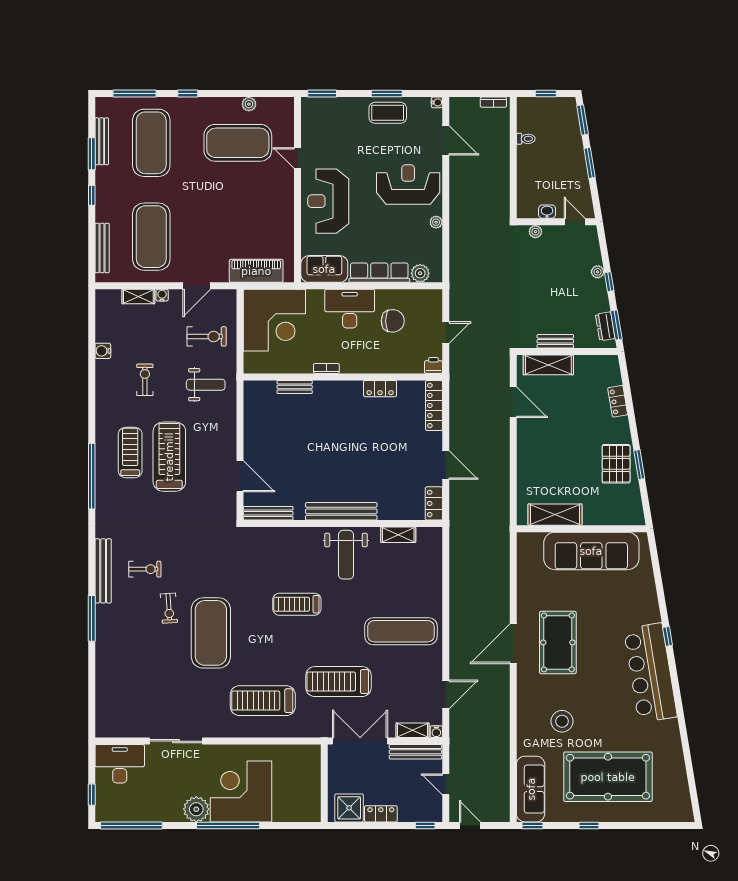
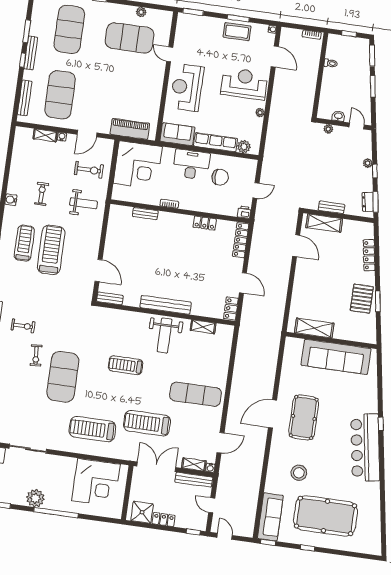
bench: (102, 141) -> (31, 53), moved
water cooler: (103, 351) -> (11, 200), moved
locker: (618, 401) -> (369, 255), width x1.53
bench: (268, 513) -> (110, 298), width x0.73
corner desk: (241, 791) -> (96, 482), moved, turned 180

